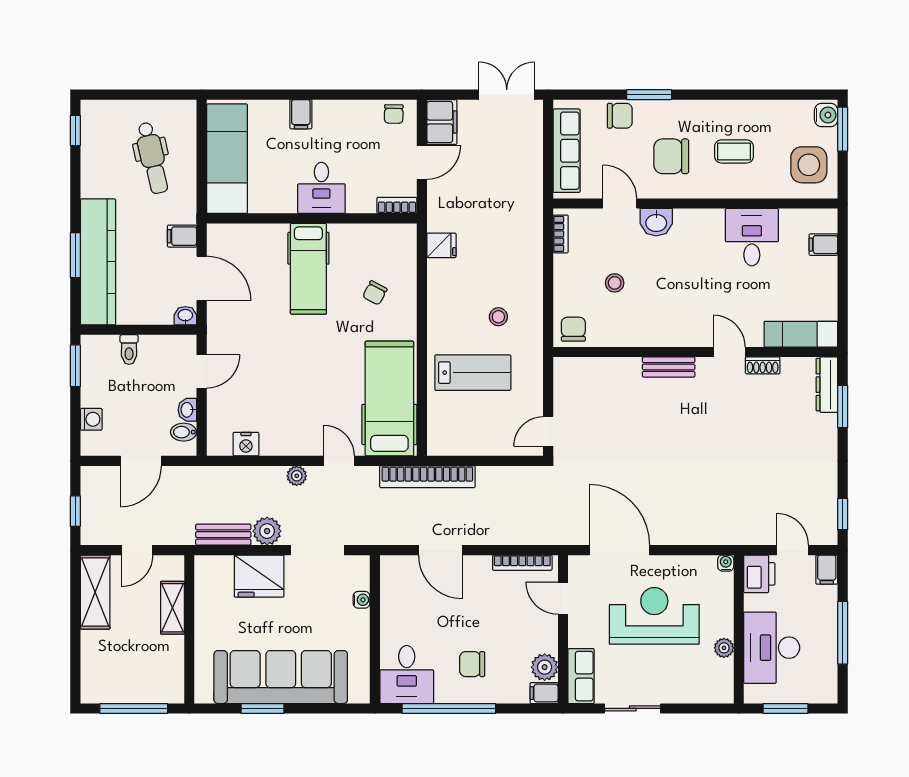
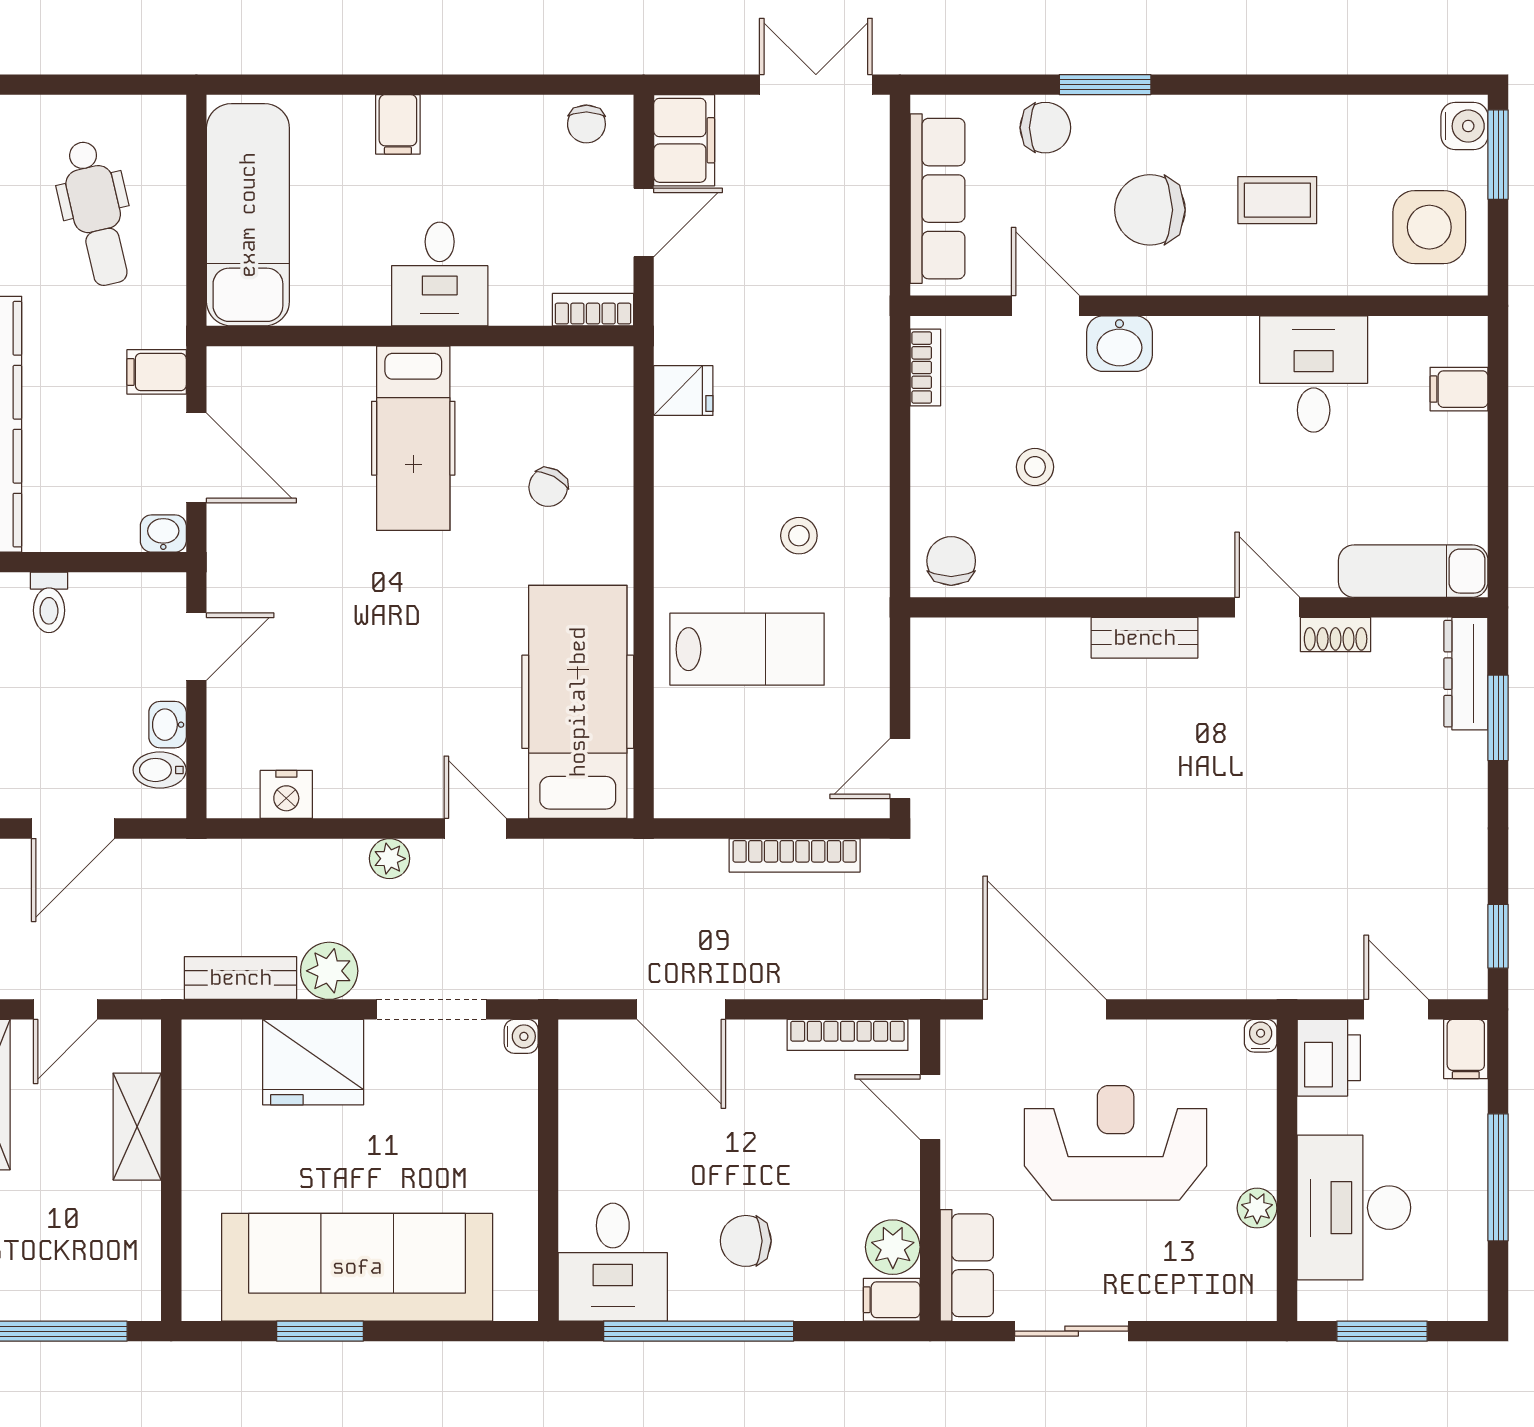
bookcase: (427, 477) -> (795, 855), moved, width x0.68, depth x0.76
water cooler: (362, 600) -> (521, 1036), moved

